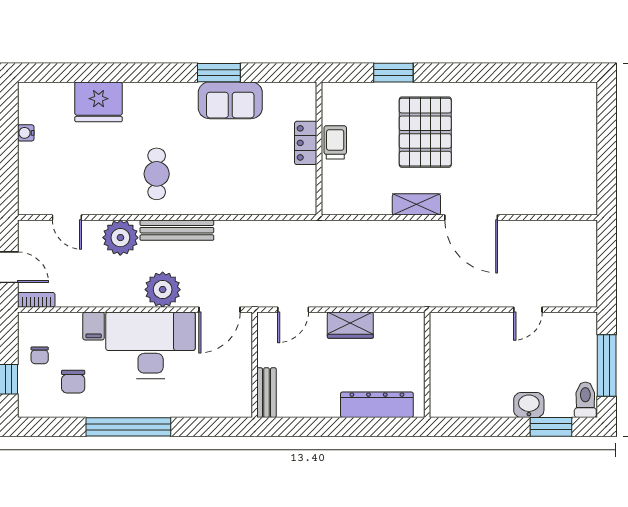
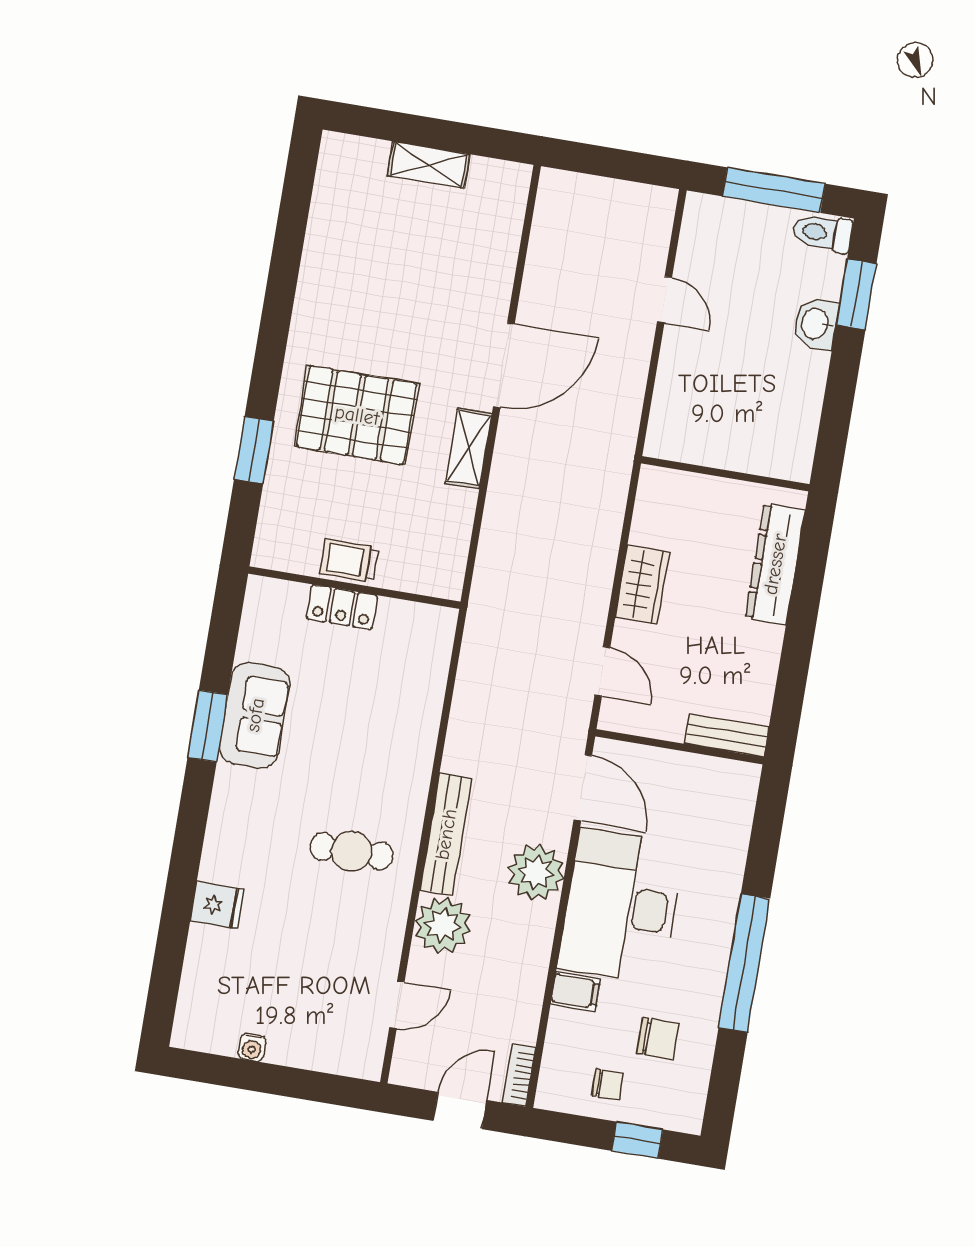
fridge: (99, 102) -> (217, 905), width x0.53, depth x0.75
shelving: (587, 151) -> (429, 165), added

